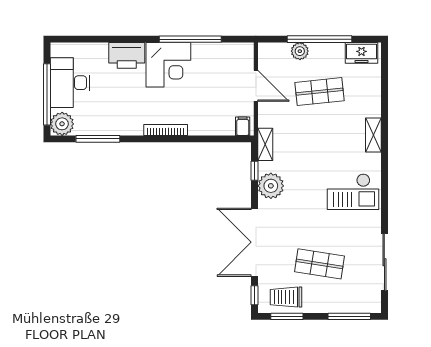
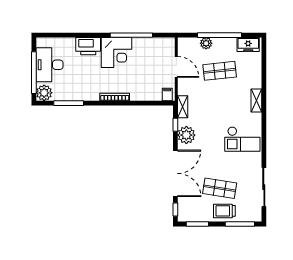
double door: (255, 242) -> (175, 173), swing flipped
trolley: (286, 297) -> (224, 211), moved

